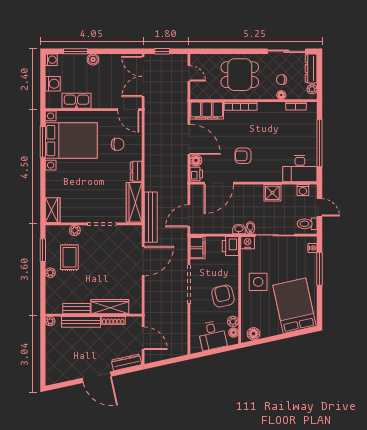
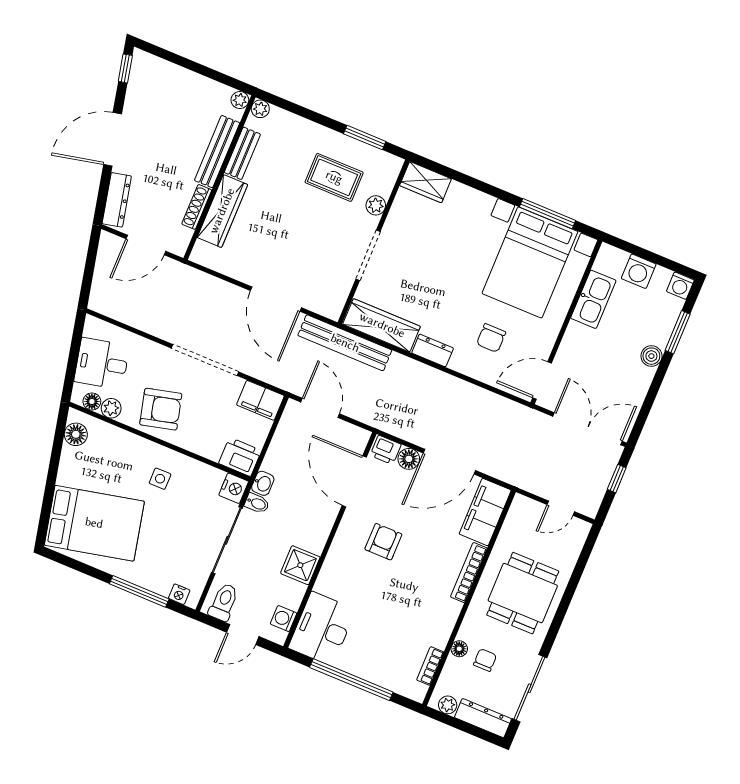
plant: (50, 273) -> (260, 109), moved
side table: (258, 282) -> (160, 479), width x0.54, depth x0.54
window: (58, 386) -> (125, 68), added

